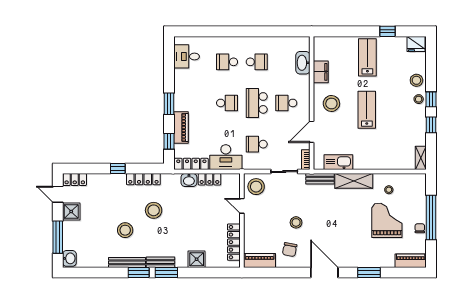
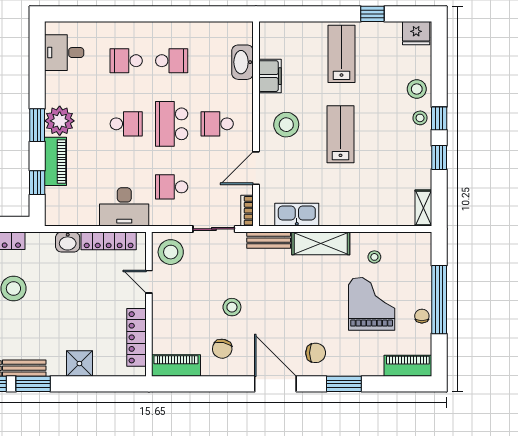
plant: (184, 101) -> (60, 121), added
locker: (191, 164) -> (71, 217), removed
locker: (209, 179) -> (109, 241), width x1.53
chair: (351, 252) -> (316, 353), added

